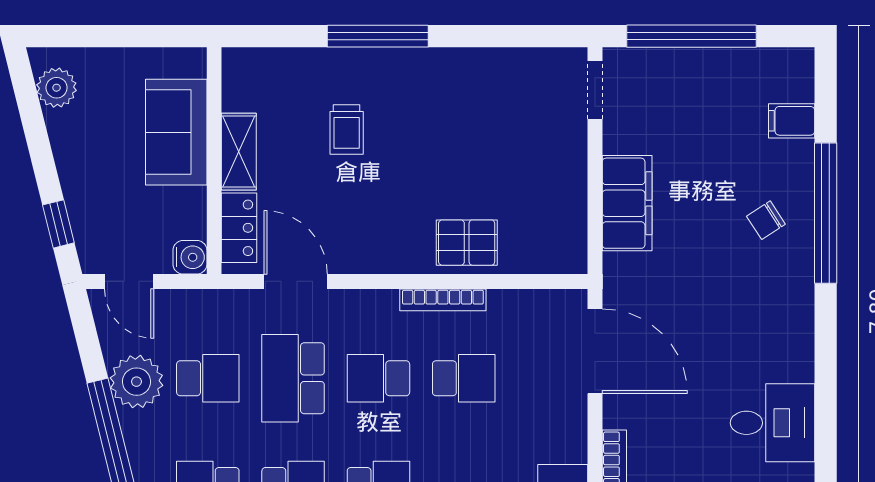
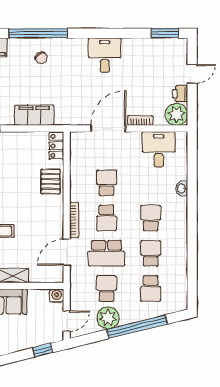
locker: (239, 228) -> (56, 146), moved, turned -90
bookcase: (443, 300) -> (74, 220), moved
door: (595, 351) -> (108, 129), moved
desk: (773, 423) -> (105, 55), moved

